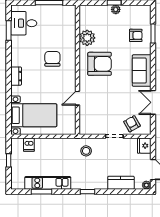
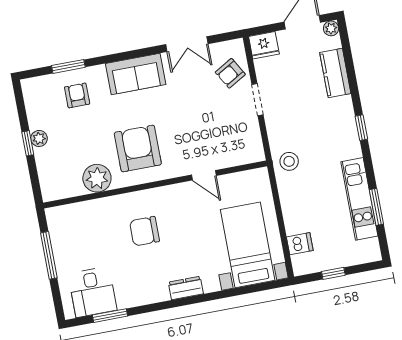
stool: (86, 151) -> (289, 161), moved

